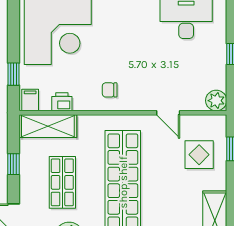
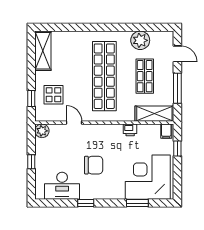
chair: (110, 90) -> (94, 165), moved, width x1.87, depth x1.87
printer: (62, 102) -> (130, 130), moved
window: (13, 164) -> (177, 88), width x2.17

